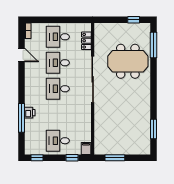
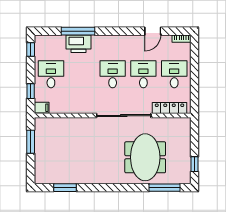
locker: (86, 41) -> (170, 108), width x1.53
printer: (30, 113) -> (79, 44), width x1.87, depth x1.48

